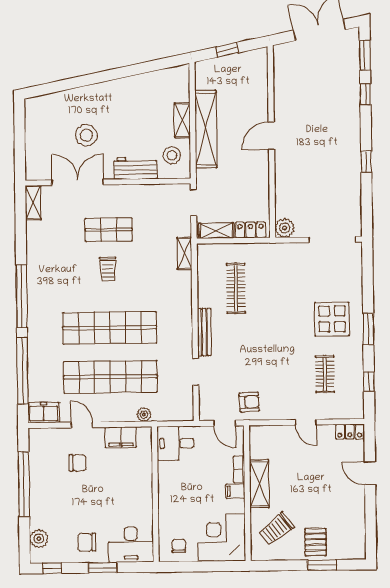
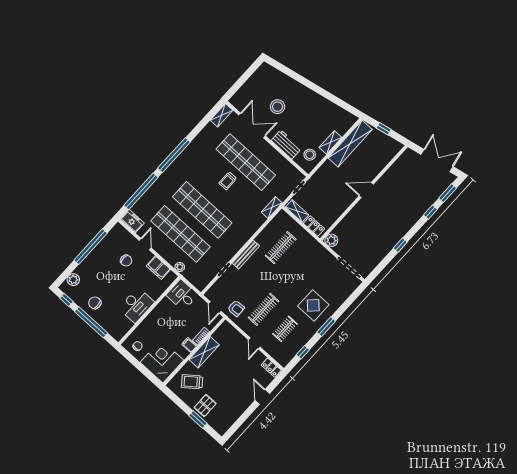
shelving: (206, 129) -> (350, 144), moved
shop shelf: (109, 230) -> (246, 162), width x2.00, depth x1.36
clothes rail: (281, 375) -> (264, 309), added
desk: (131, 545) -> (136, 305), moved, turned -90
window: (103, 568) -> (91, 322), width x2.11

